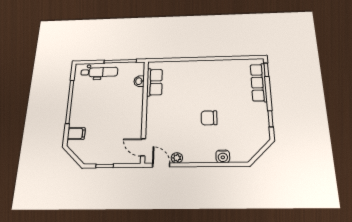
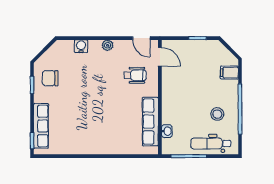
row of seats: (154, 82) -> (150, 122), width x1.48
stool: (91, 97) -> (217, 114), added
chair: (209, 118) -> (50, 78), moved, turned 180
wheelchair: (168, 130) -> (135, 75), added
plant: (177, 158) -> (108, 45), moved

